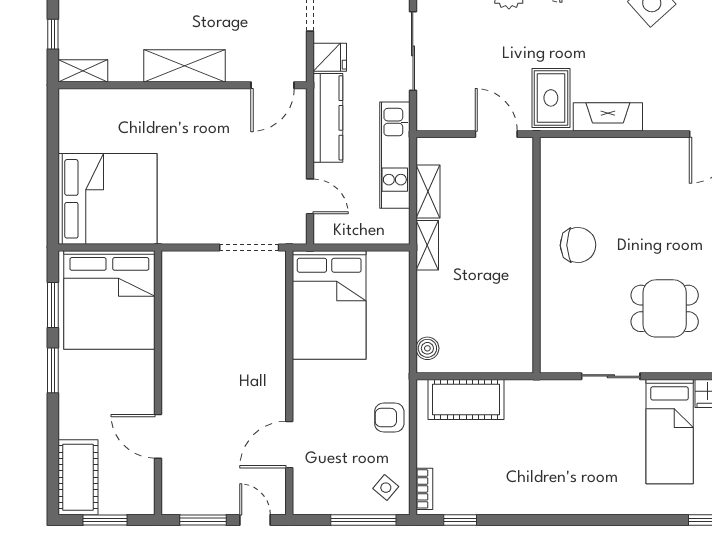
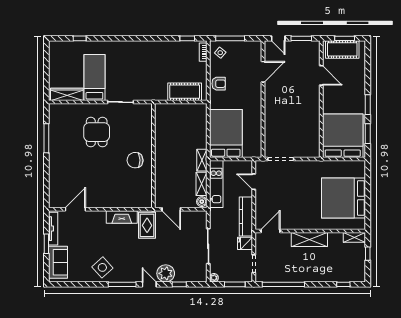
kitchen unit: (395, 155) -> (216, 184), moved
bed: (108, 199) -> (344, 198), moved
bed: (329, 305) -> (226, 134), moved
dining table: (665, 308) -> (97, 132), turned 90
boiler: (427, 348) -> (202, 202), moved
cot: (78, 477) -> (342, 49), moved, turned 90

